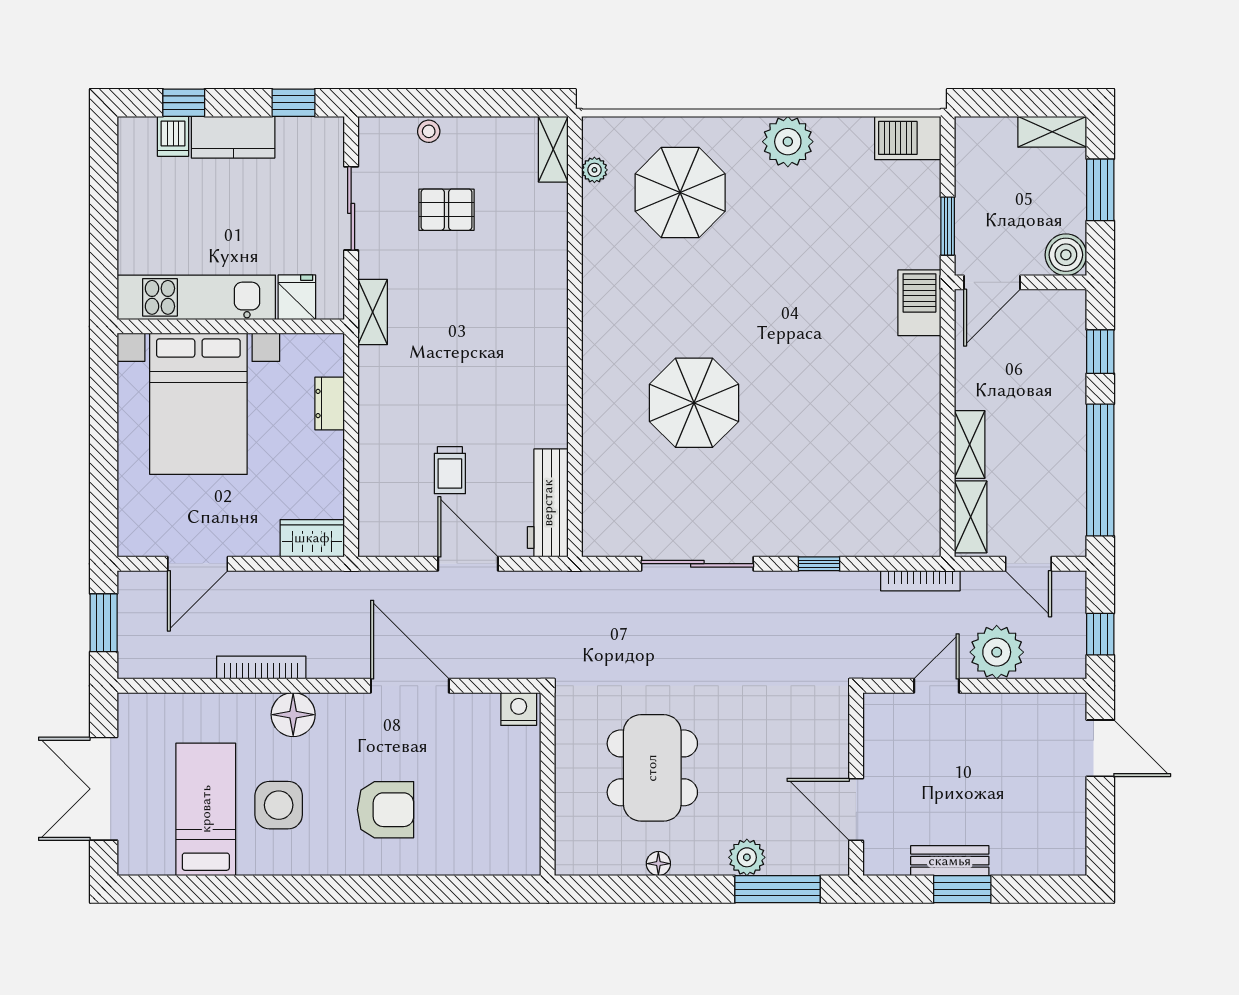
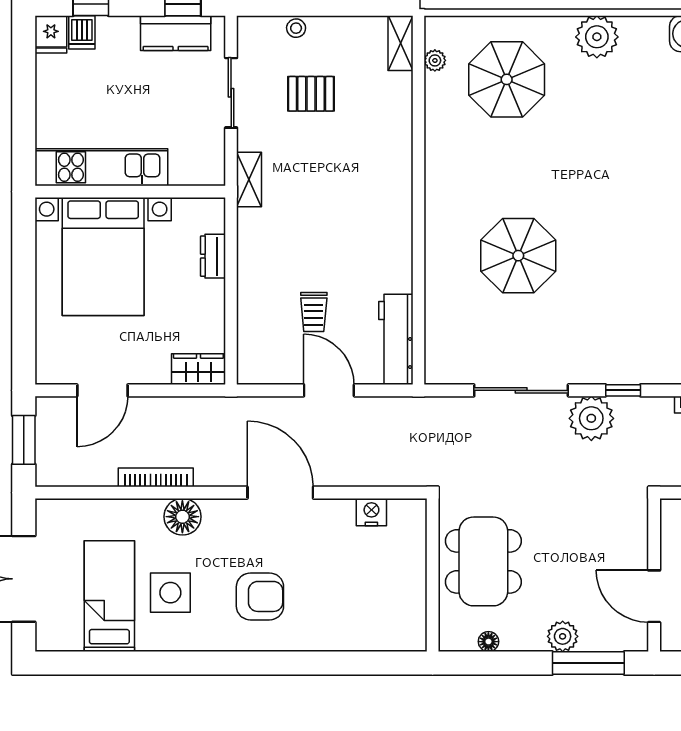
kitchen counter: (233, 137) -> (176, 33), moved
fridge: (297, 297) -> (51, 34), moved, turned 180
plant: (781, 597) -> (591, 418), added
wall: (548, 784) -> (433, 575), moved

